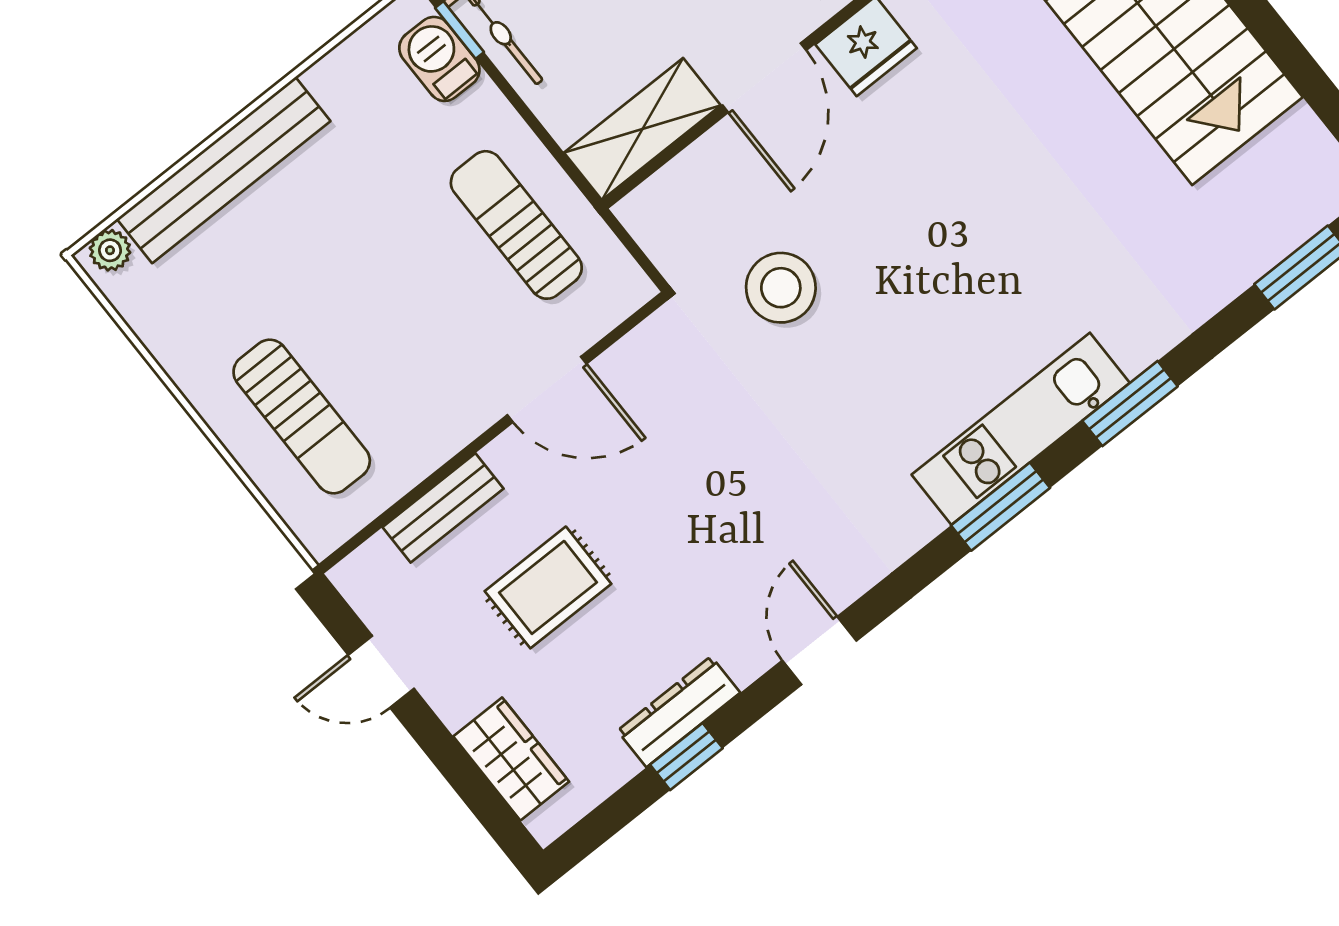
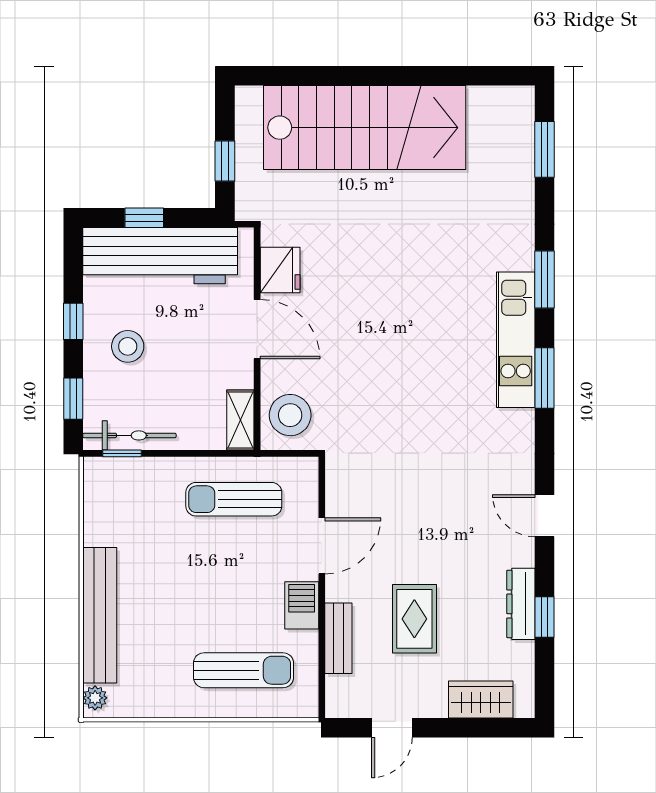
barbecue: (439, 59) -> (302, 605), moved, turned 90
shelving: (642, 129) -> (240, 420), width x0.67, depth x0.75
stool: (781, 288) -> (290, 415), moved

